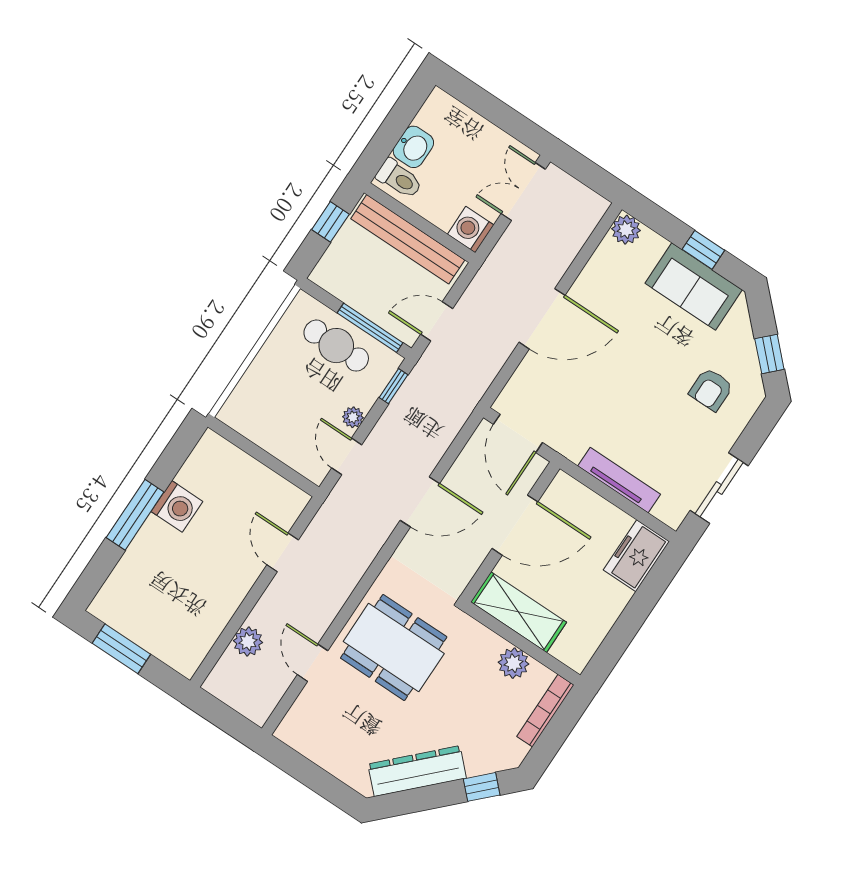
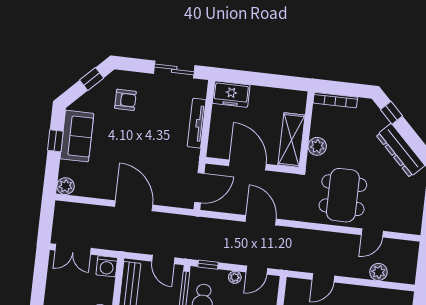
plant: (514, 663) -> (317, 146), moved

